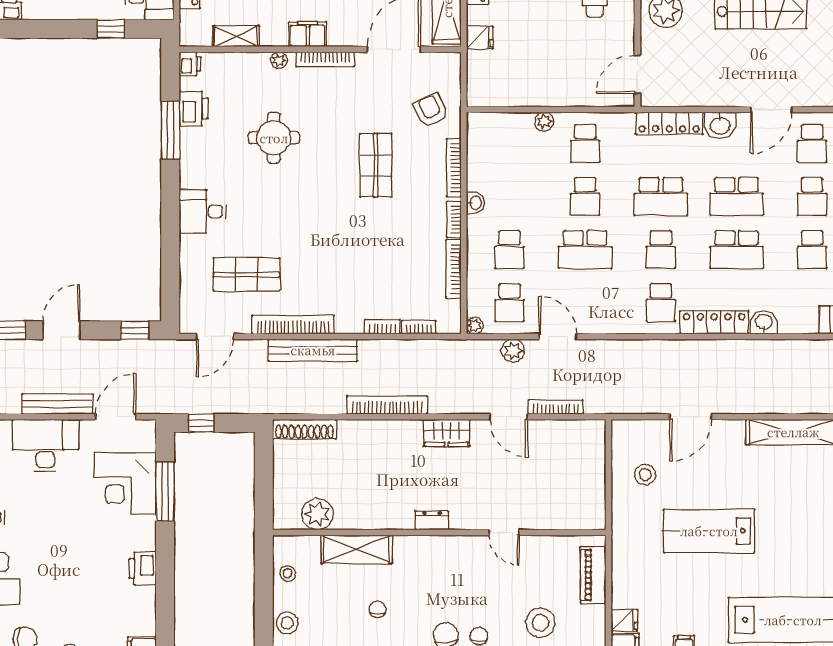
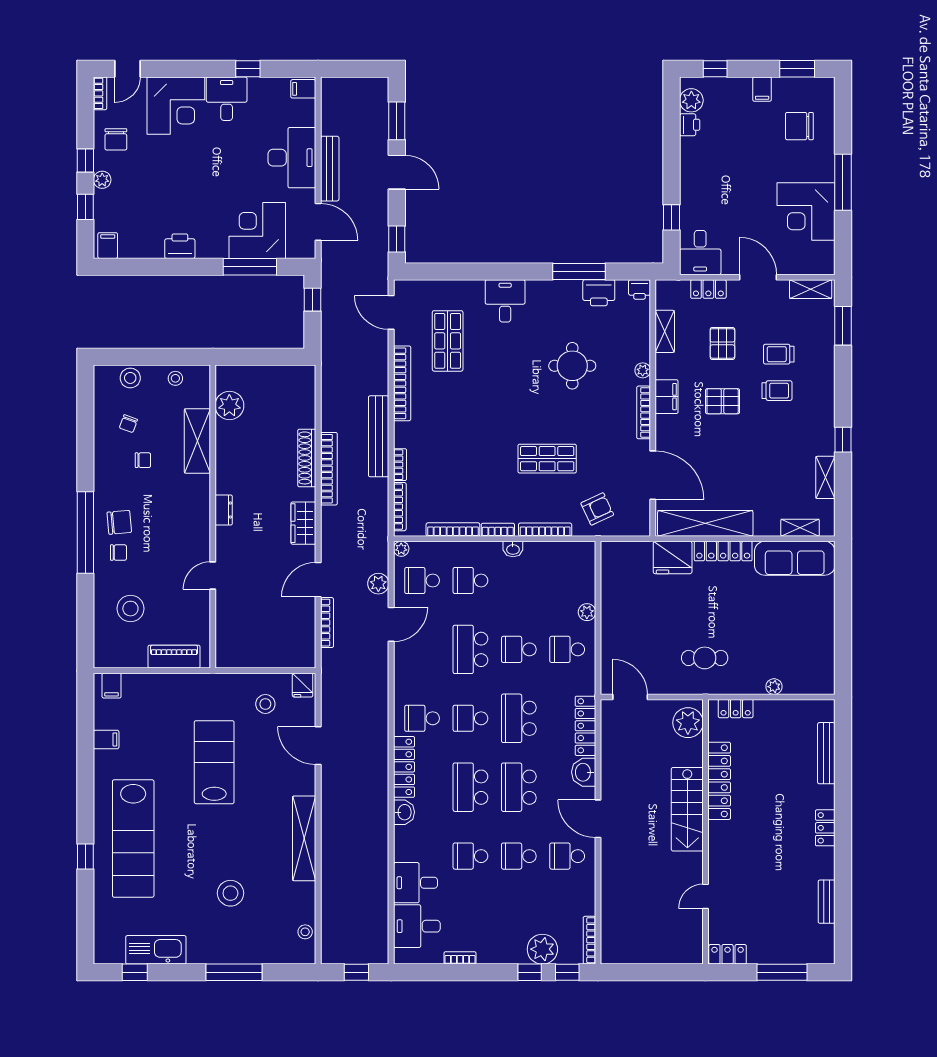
fridge: (480, 38) -> (673, 557), width x1.88, depth x1.34
bookcase: (419, 327) -> (400, 507), width x1.56
bench: (313, 350) -> (379, 436), moved
shoe rack: (305, 429) -> (307, 458), moved
fridge: (624, 620) -> (303, 685), moved
chair: (337, 625) -> (128, 424), added

